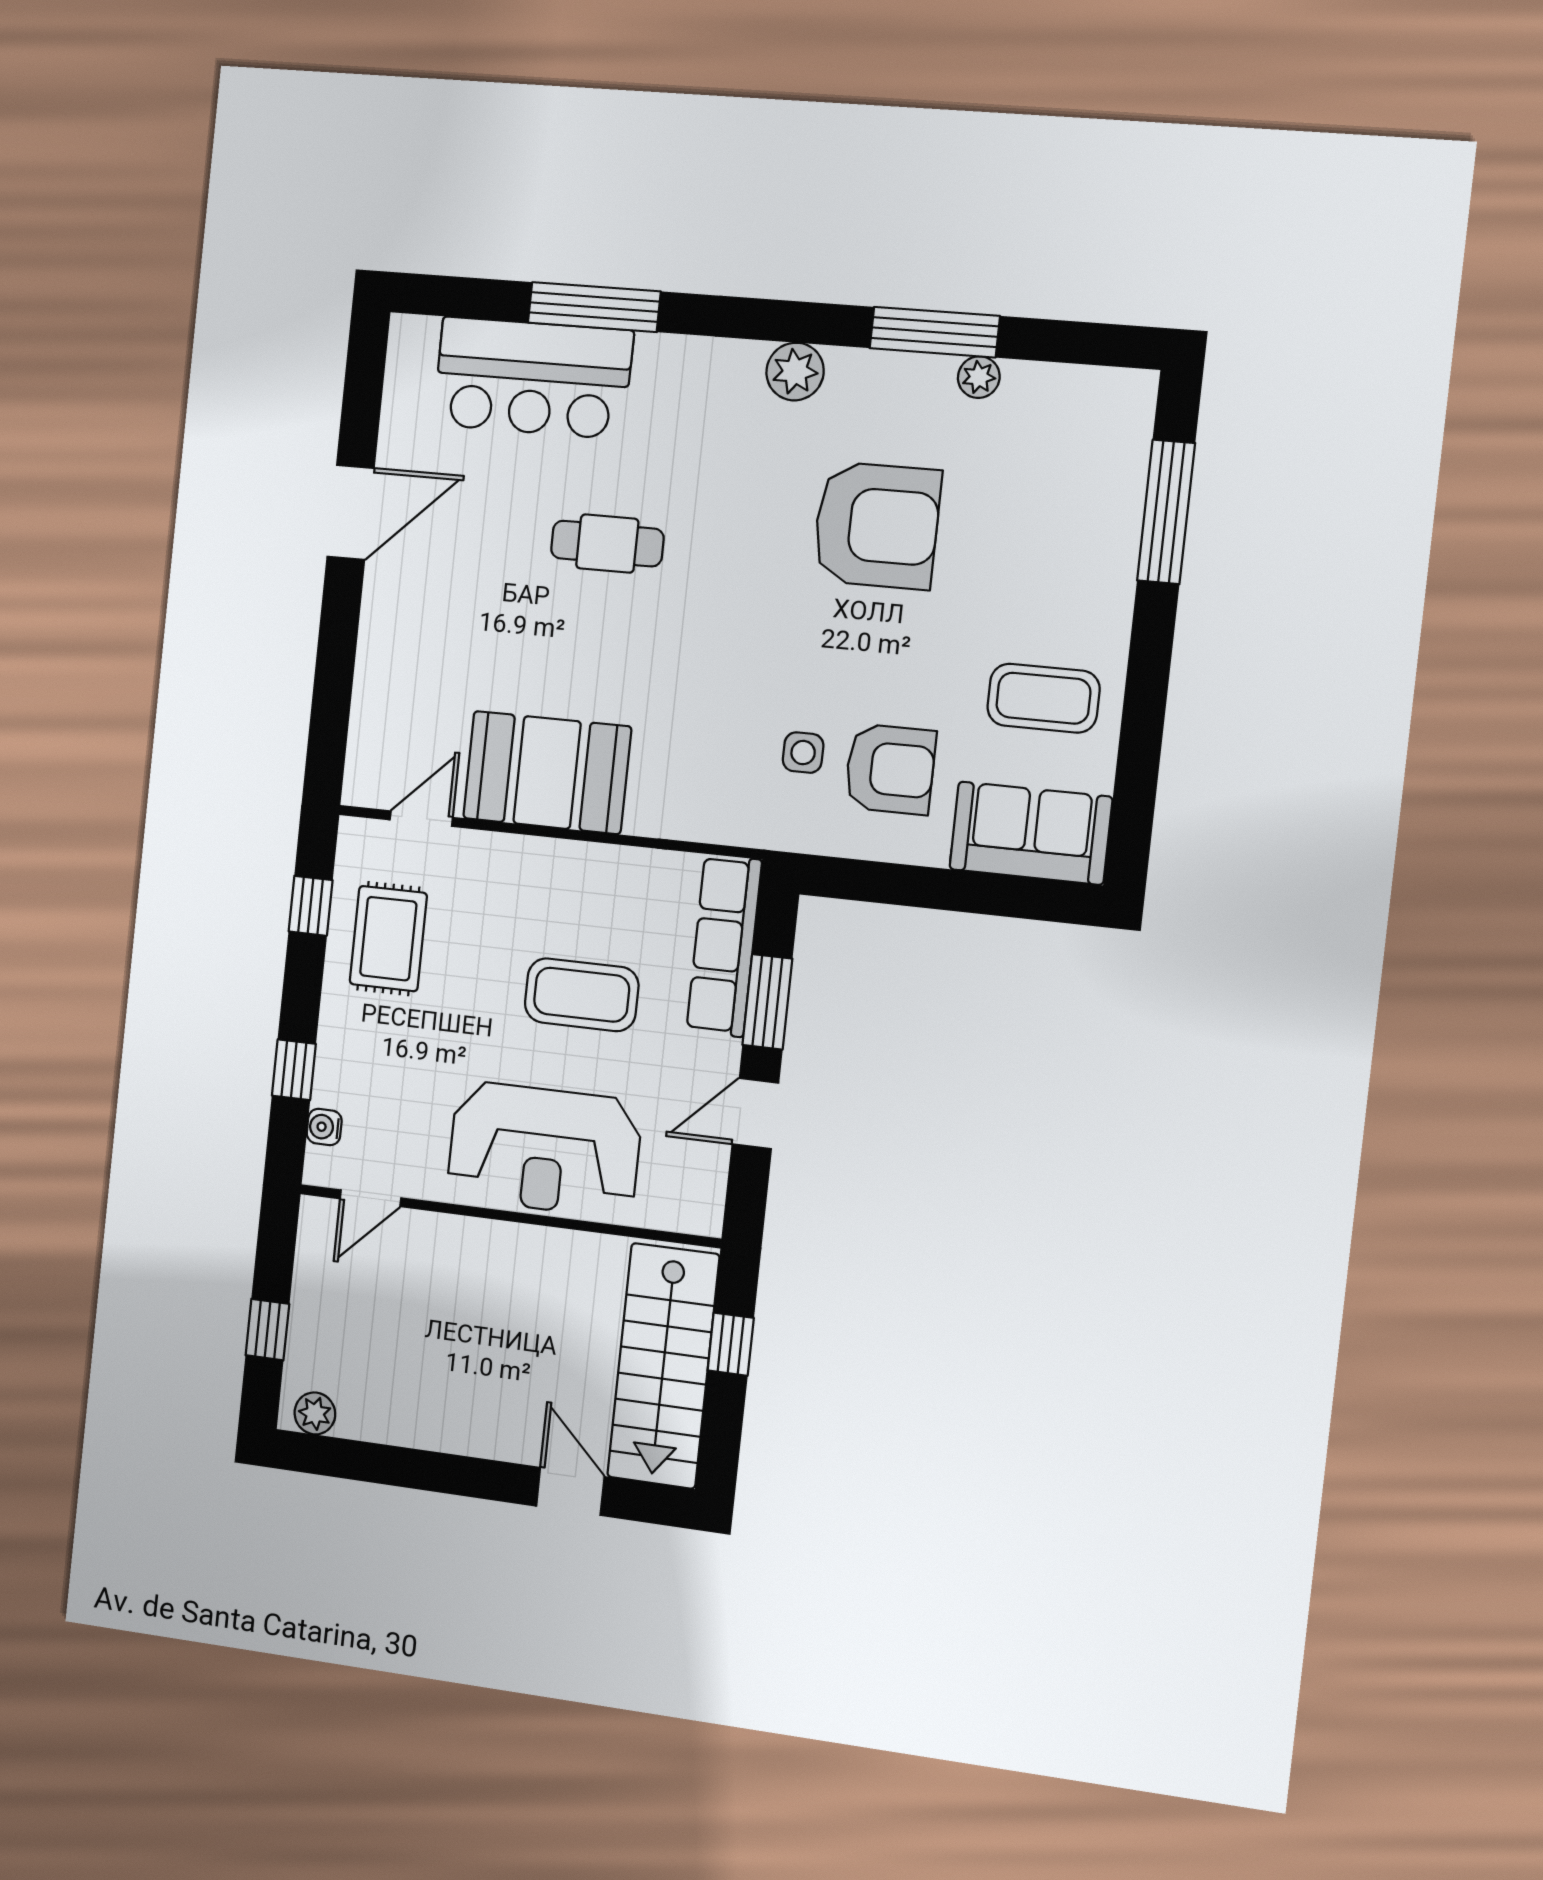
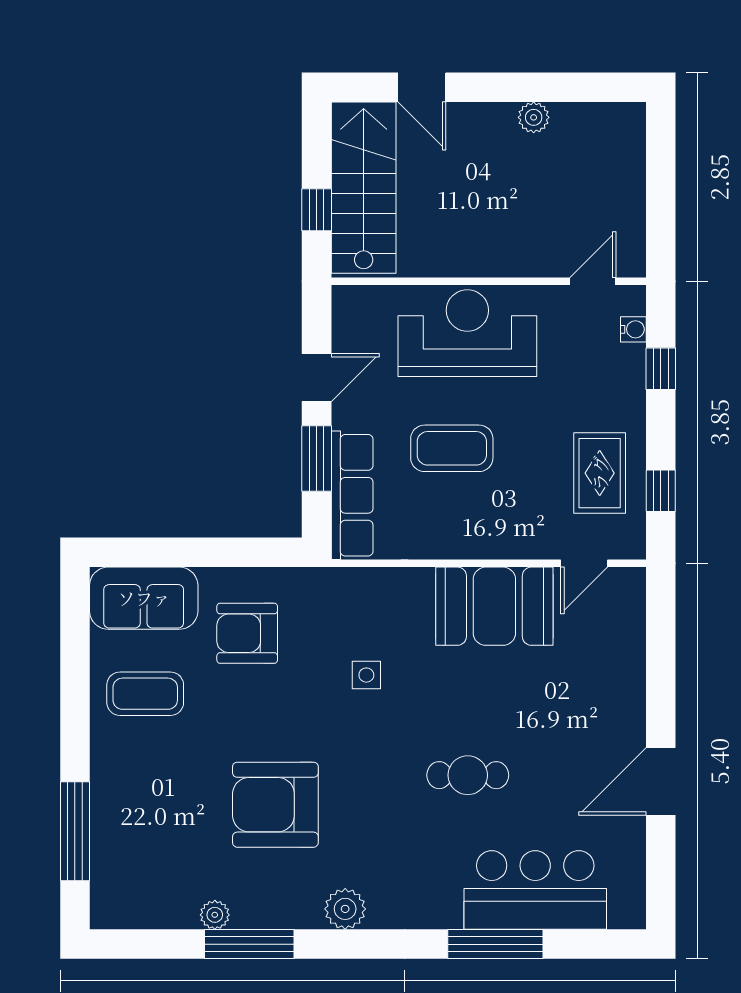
side table: (803, 753) -> (366, 675), moved
window: (267, 1330) -> (661, 174), removed
plant: (315, 1413) -> (534, 117), moved

